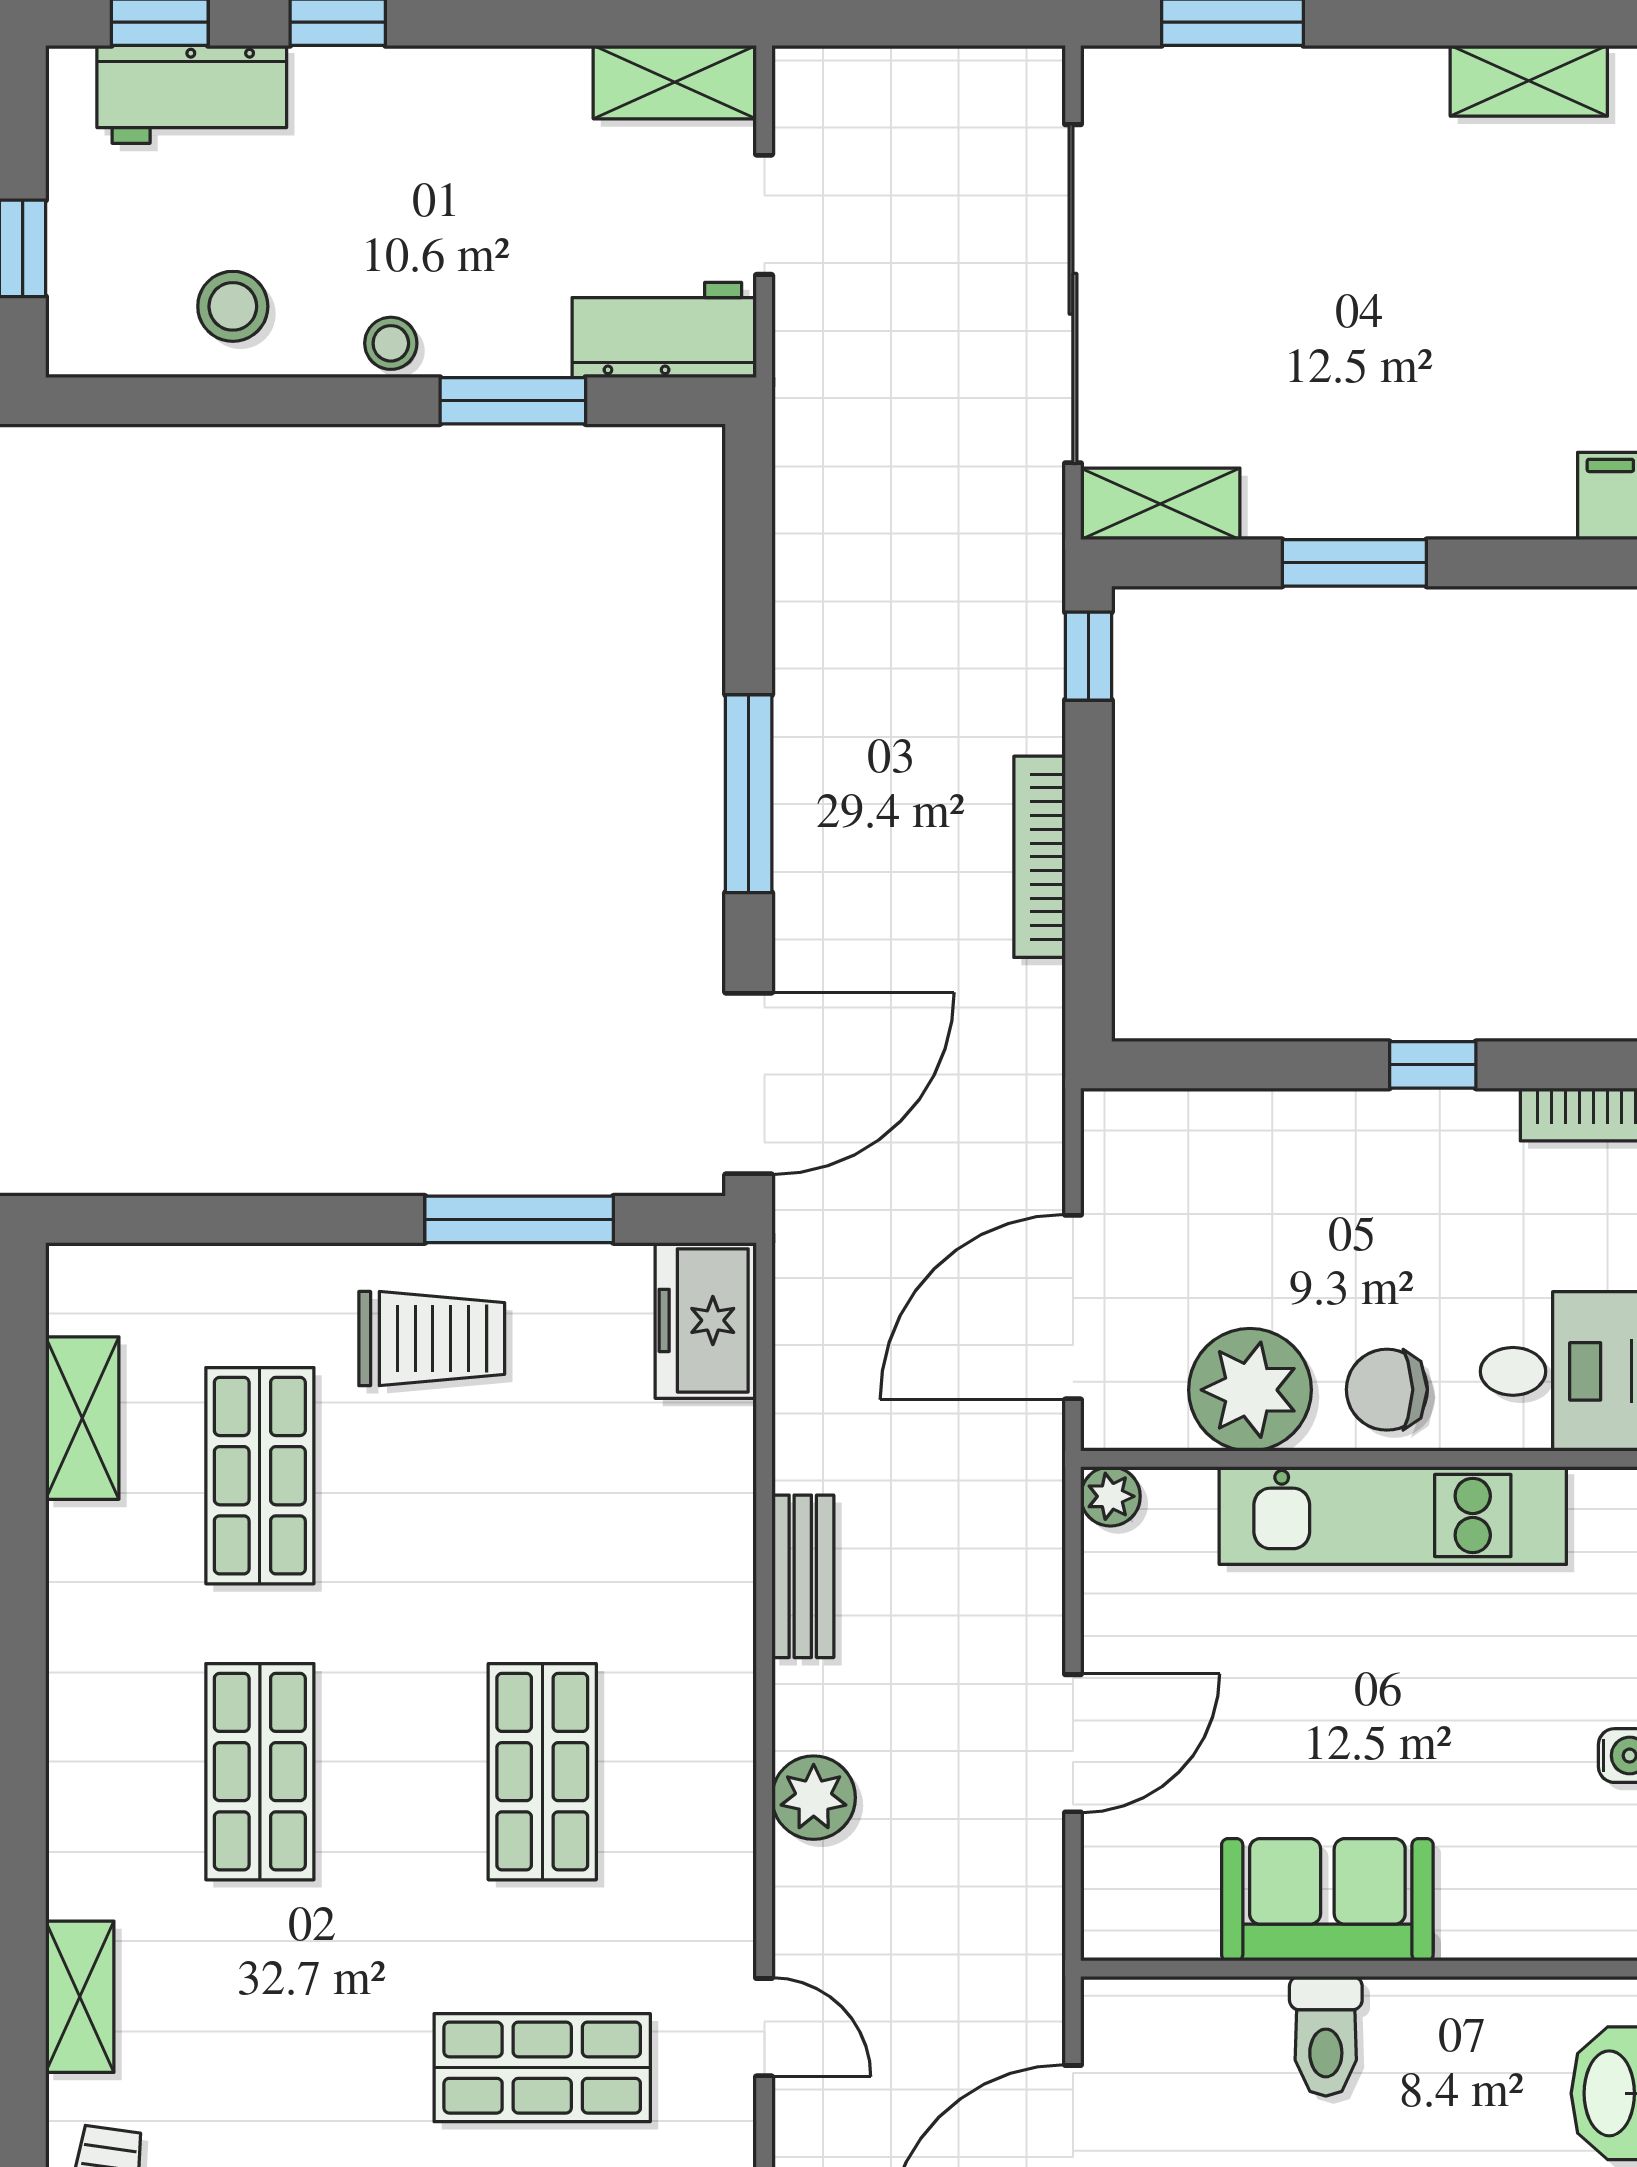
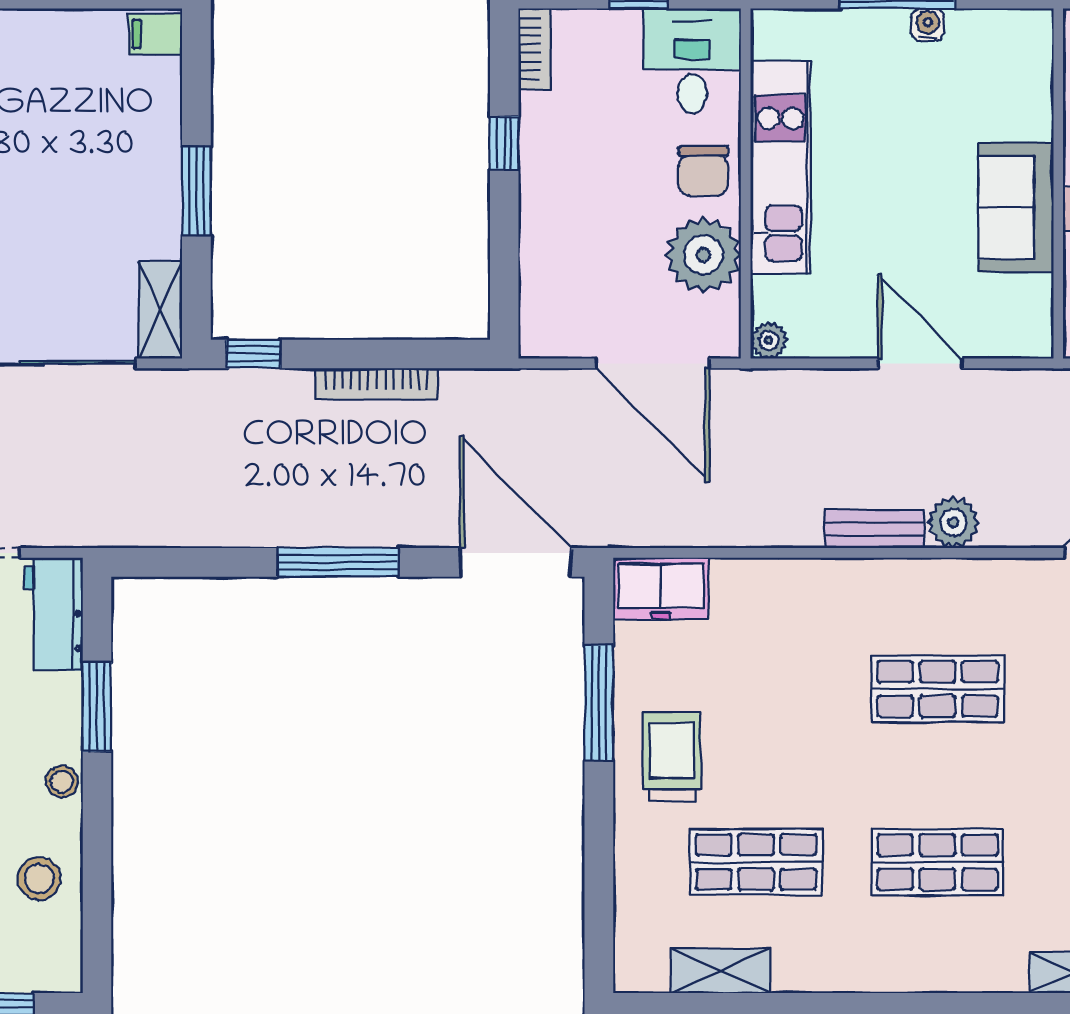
bench: (803, 1576) -> (874, 529), moved

